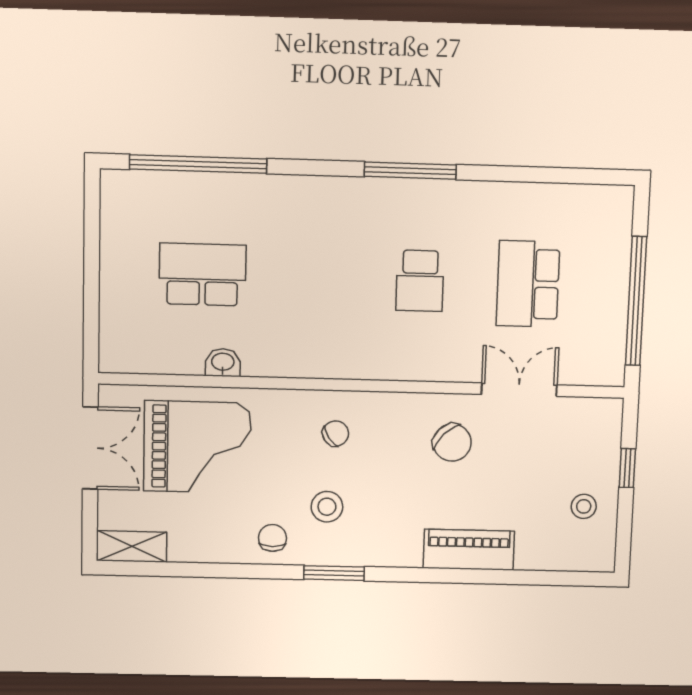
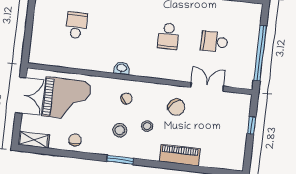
school desk: (202, 274) -> (76, 25), width x0.54
school desk: (528, 284) -> (214, 42), width x0.54
washbasin: (223, 363) -> (122, 68), moved
stool: (584, 506) -> (147, 126), moved
chair: (272, 538) -> (75, 140), moved

